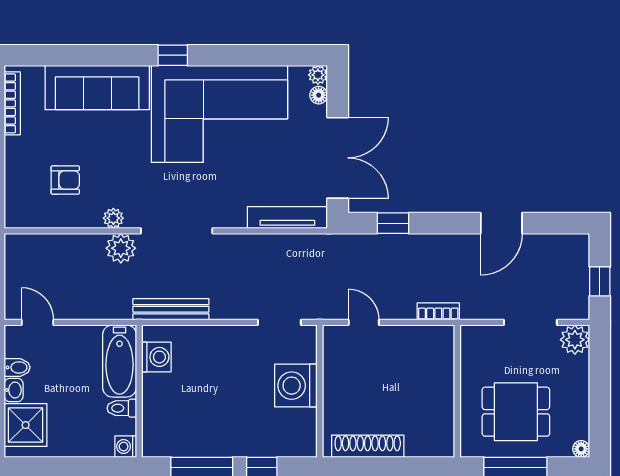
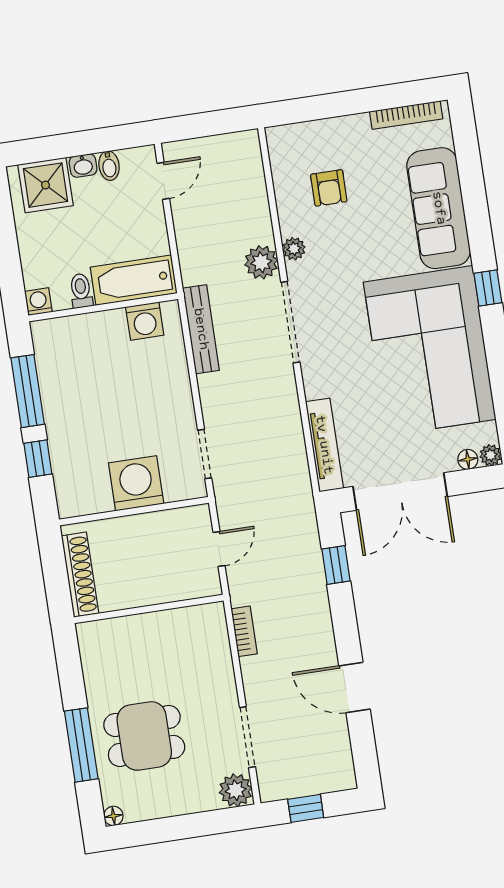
wall: (457, 391) -> (149, 609), moved
dining table: (516, 412) -> (144, 736), turned 90

